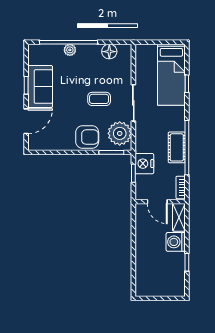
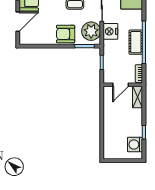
armchair: (87, 137) -> (66, 34), turned 180
nightstand: (144, 164) -> (110, 31), moved
door: (157, 202) -> (121, 85), hinge flipped
washing machine: (176, 242) -> (135, 145), moved

